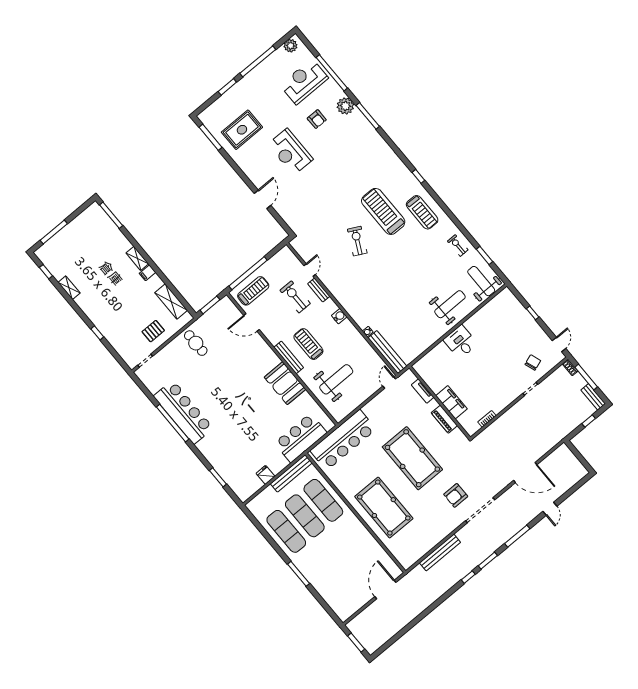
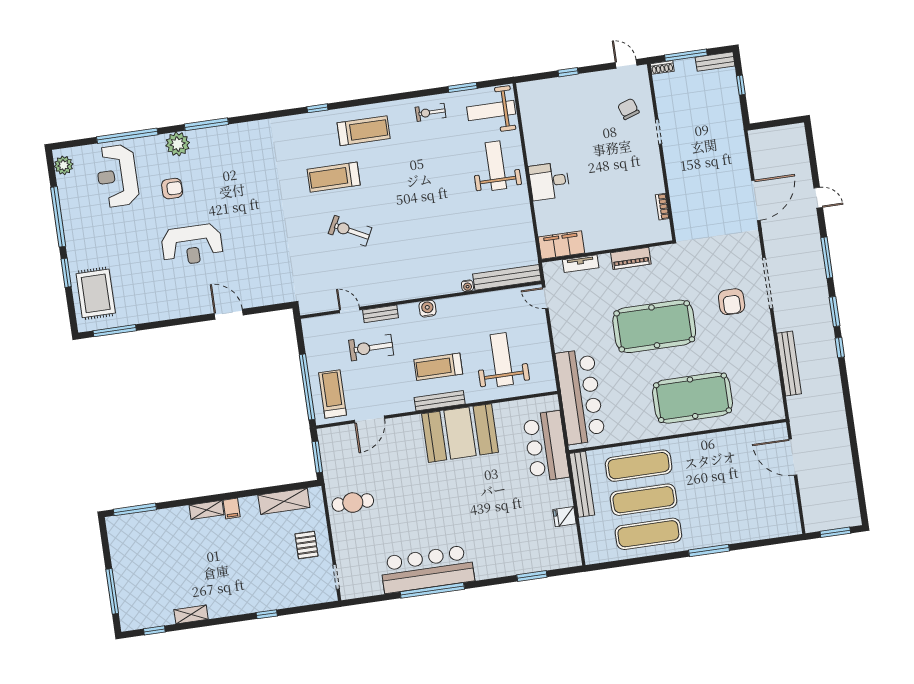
rug: (242, 130) -> (96, 293), moved
treadmill: (383, 211) -> (334, 177), width x0.73, depth x0.73
booth: (285, 383) -> (460, 433), width x1.36, depth x1.42
filing cabinet: (451, 402) -> (561, 245), moved

